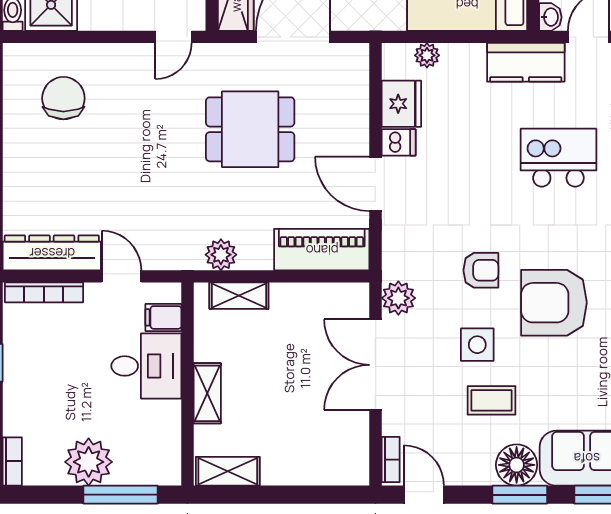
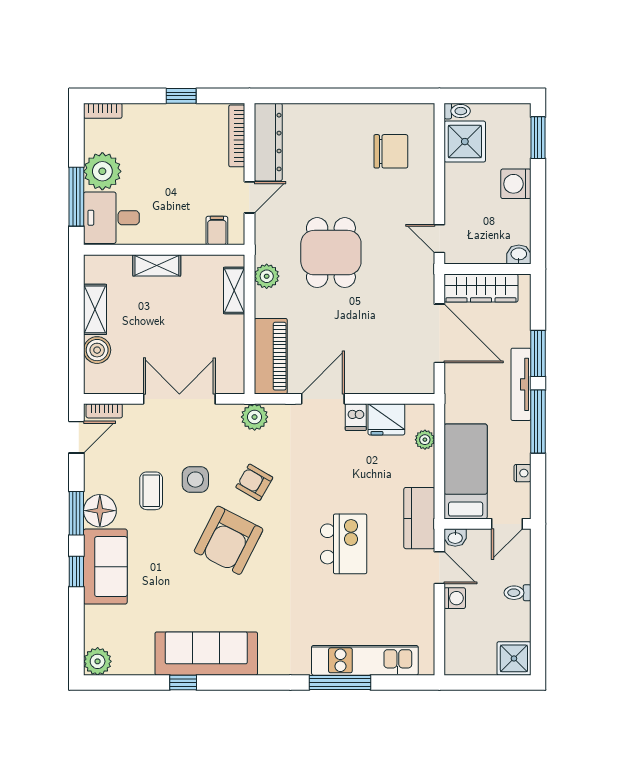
dining table: (250, 129) -> (331, 253), moved
armchair: (481, 270) -> (254, 482), turned 120
plant: (398, 298) -> (255, 417), moved
armchair: (554, 303) -> (229, 540), turned -153
desk: (146, 366) -> (111, 218), moved, turned 90
boiler: (314, 469) -> (97, 350), added
shelving: (228, 471) -> (95, 309), moved

